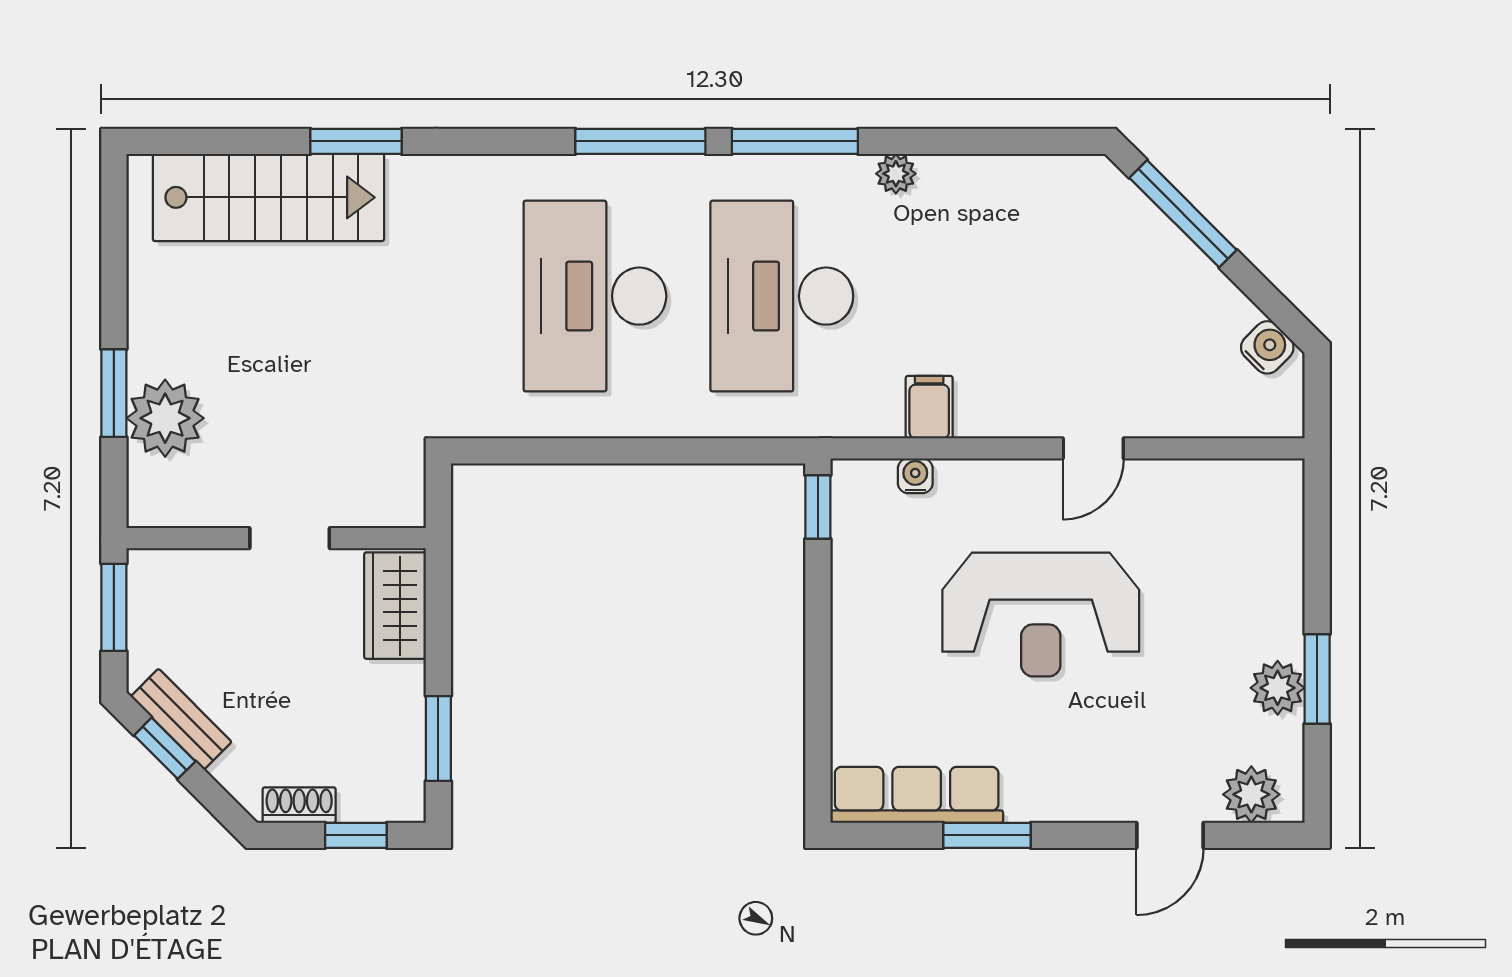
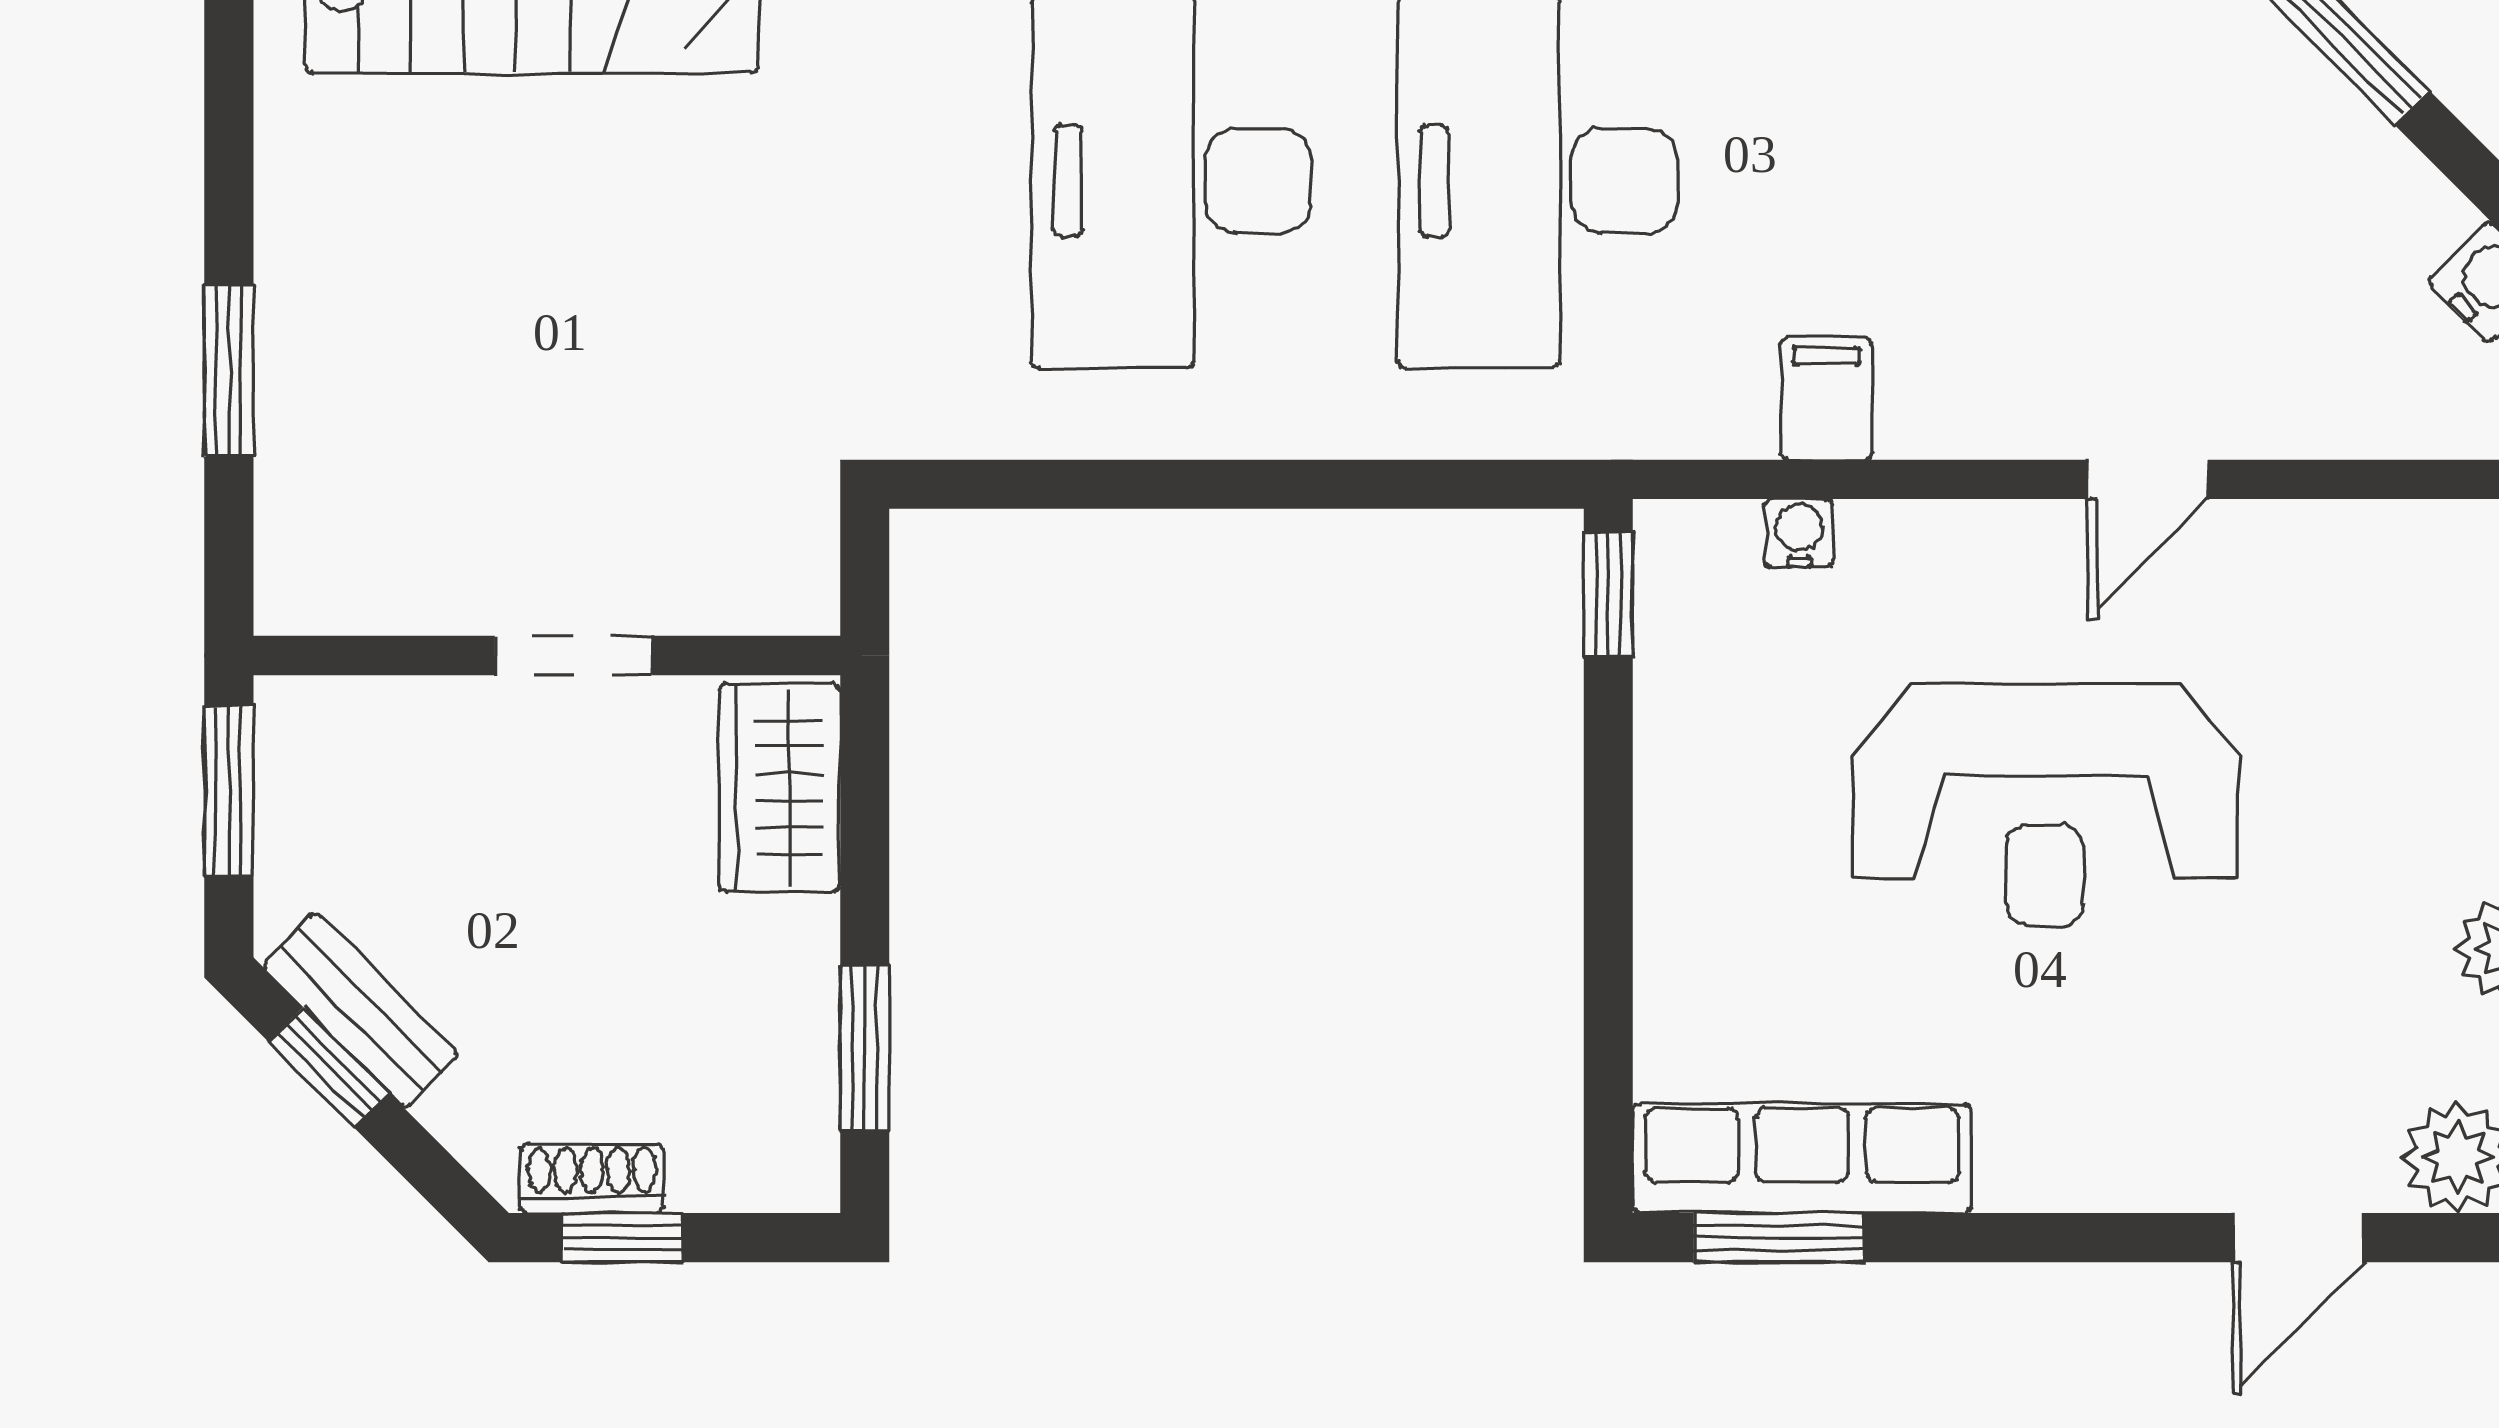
plant: (165, 418) -> (329, 420), removed
window: (356, 835) -> (623, 1238), moved
window: (987, 835) -> (1779, 1238), moved

